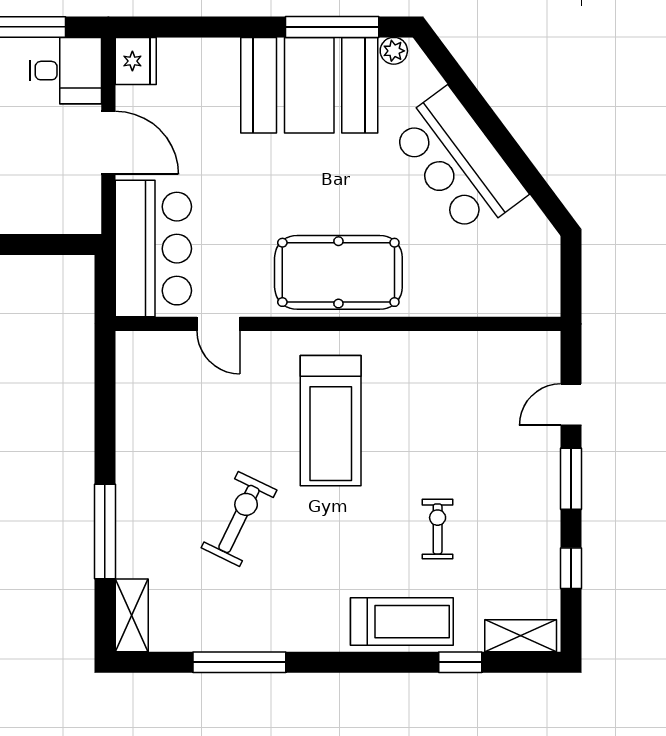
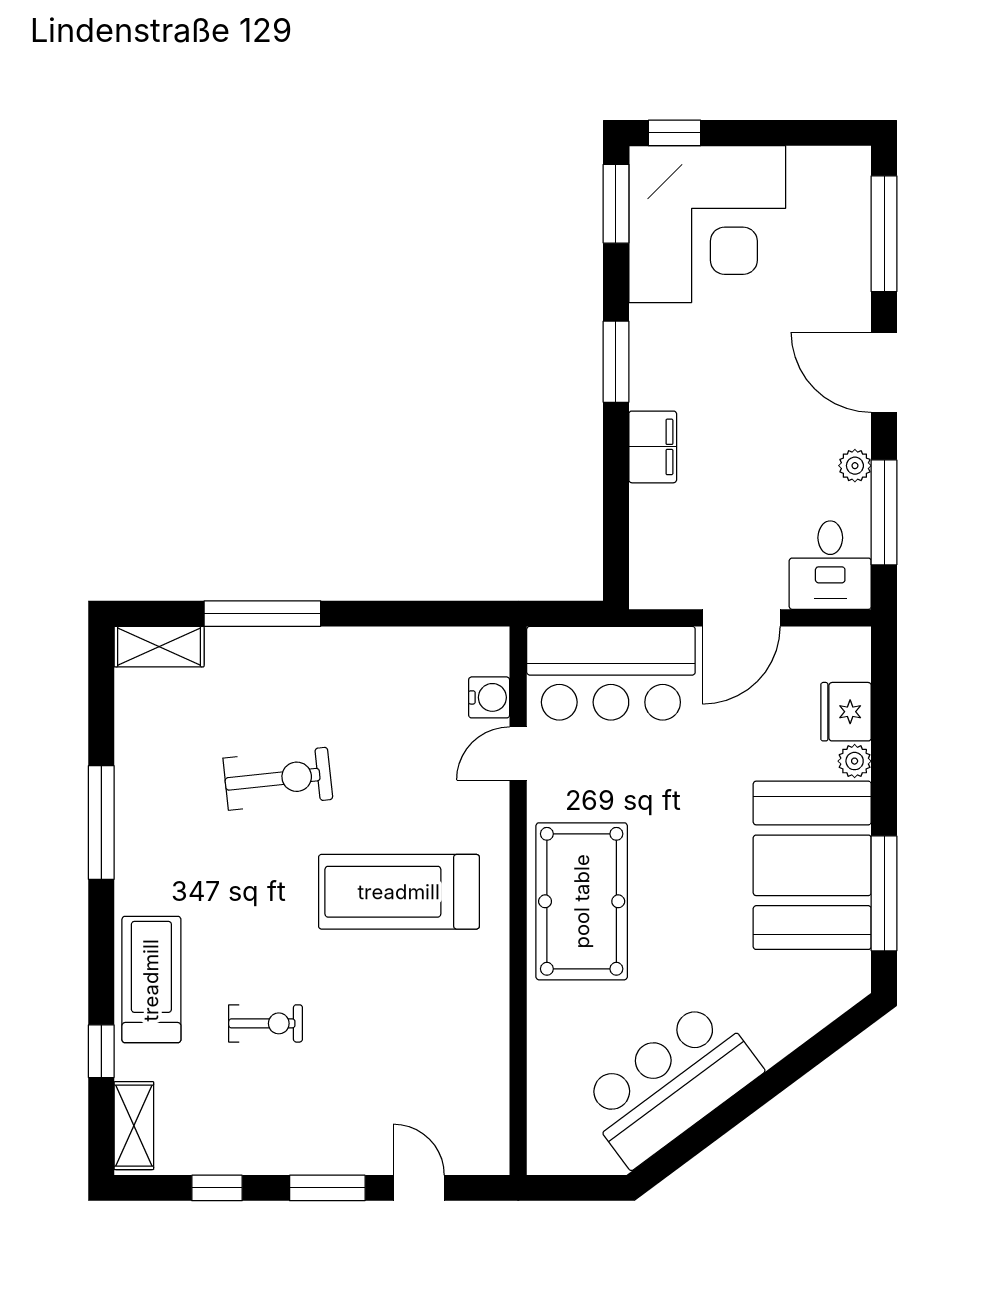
plant: (394, 51) -> (855, 761), moved
fridge: (136, 61) -> (846, 712), moved, turned 90
bar counter: (458, 162) -> (671, 1084), moved
water cooler: (173, 347) -> (489, 697), added
exercise bike: (239, 519) -> (278, 779), turned -32
treadmill: (402, 622) -> (151, 980), turned 180
window: (239, 662) -> (101, 823), moved

